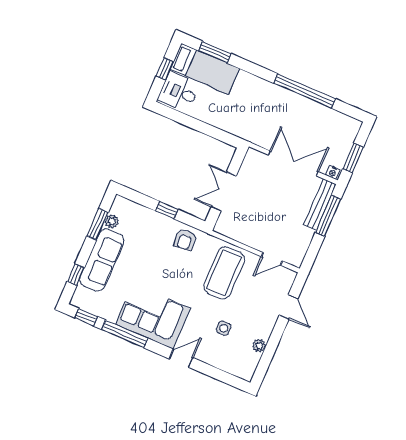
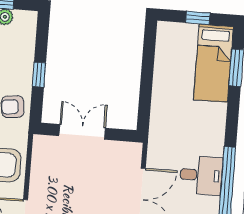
desk: (179, 92) -> (201, 175), moved, turned 90

